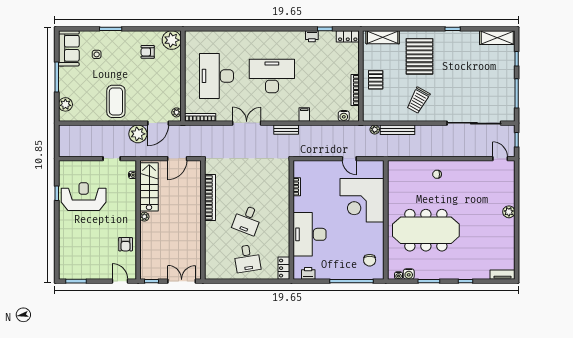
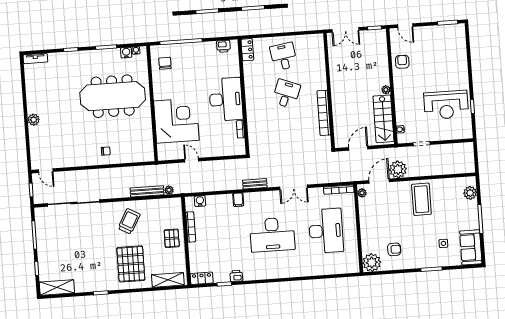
desk: (310, 234) -> (226, 99), moved

